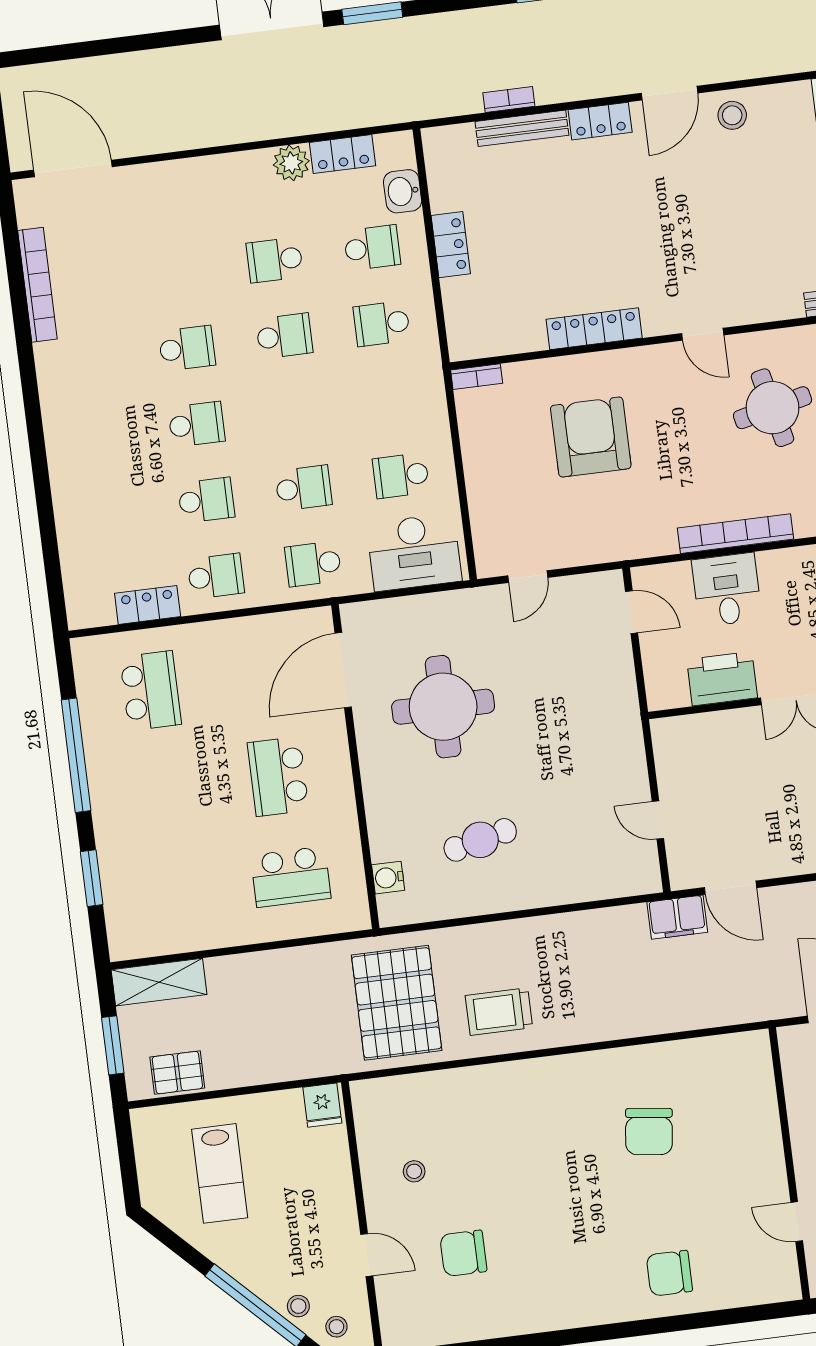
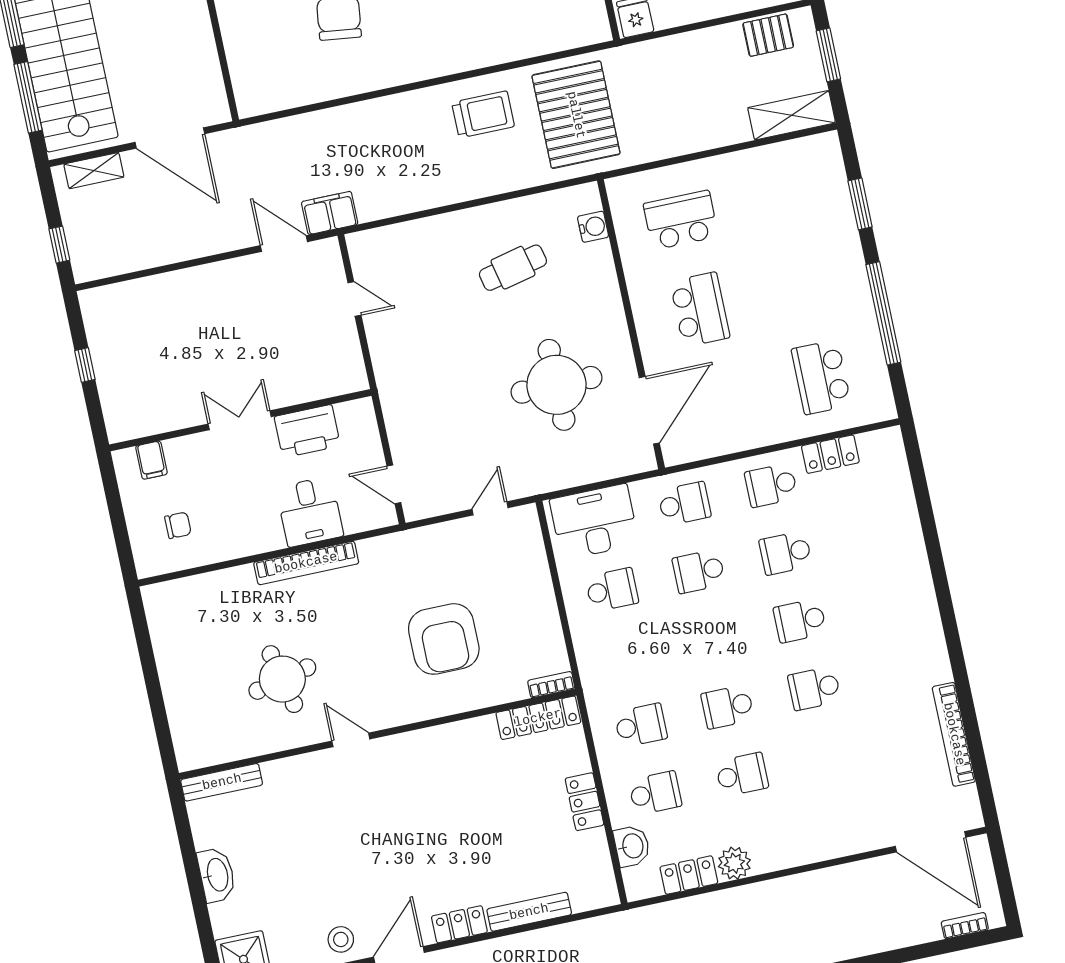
bookcase: (509, 100) -> (965, 926), moved, turned 180
school desk: (372, 248) -> (655, 793), turned 180
locker: (594, 329) -> (538, 718), moved

